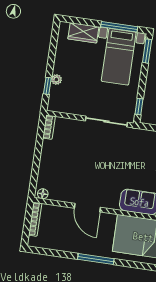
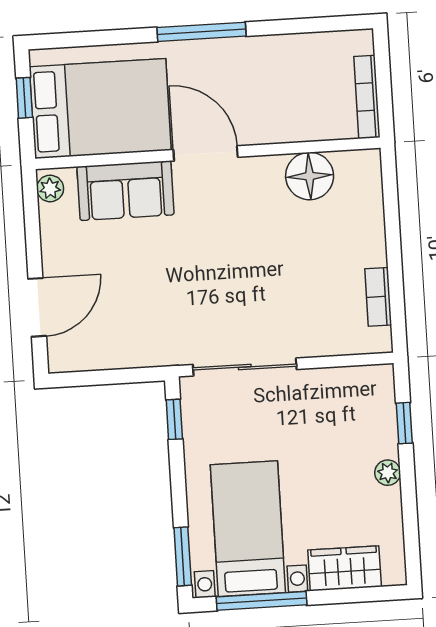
plant: (56, 80) -> (388, 473), moved
bookcase: (49, 127) -> (378, 297), moved
floor lamp: (43, 194) -> (310, 176), moved, width x1.89, depth x1.89
door: (87, 208) -> (206, 153), moved

